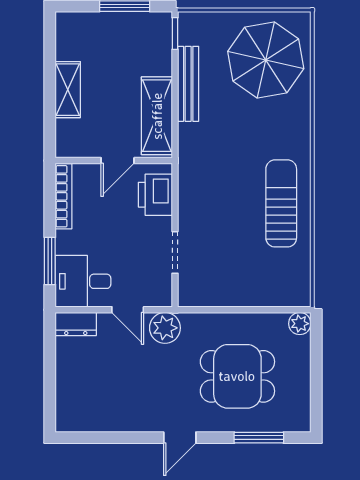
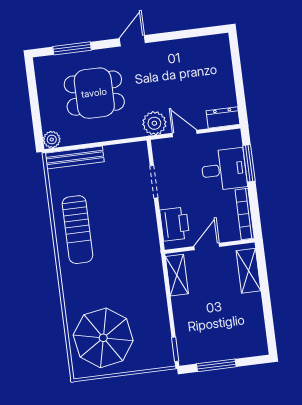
bench: (188, 84) -> (75, 158), moved, turned 90
shelving: (68, 90) -> (249, 271), moved
shelving: (157, 116) -> (177, 275), width x0.67, depth x0.75
desk: (83, 281) -> (224, 170), moved

